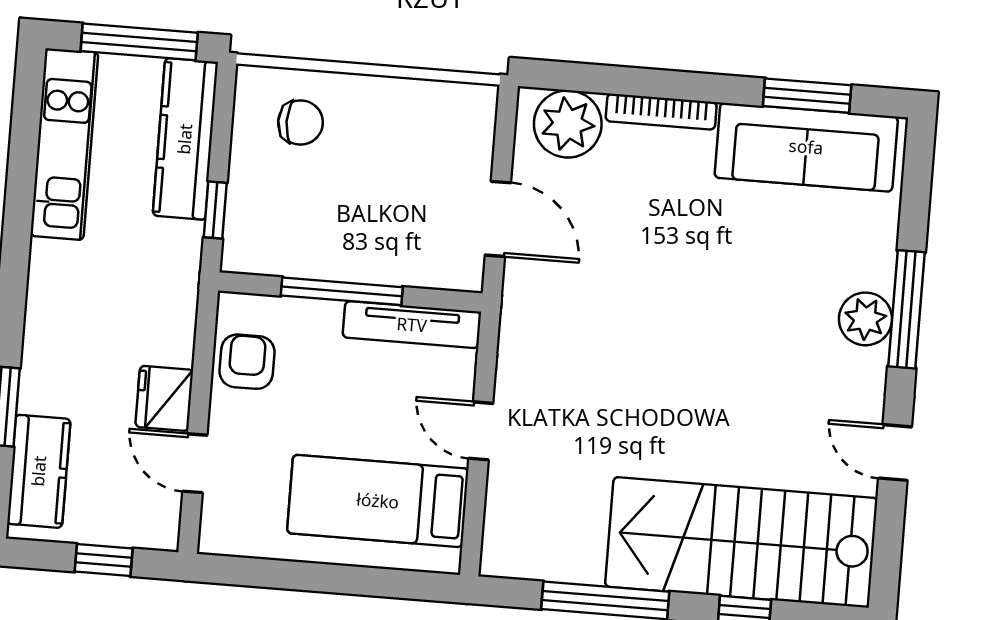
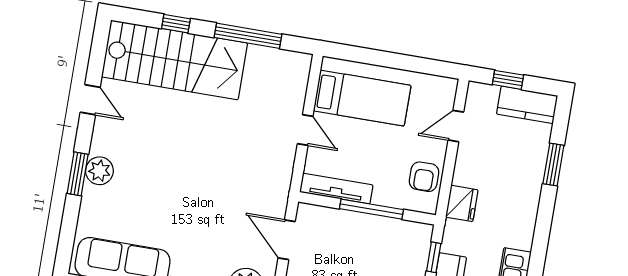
window: (907, 309) -> (78, 174), width x0.69
fridge: (164, 398) -> (462, 203), moved
door: (195, 463) -> (456, 126), swing flipped
kitchen counter: (39, 471) -> (527, 105), moved, turned -90

